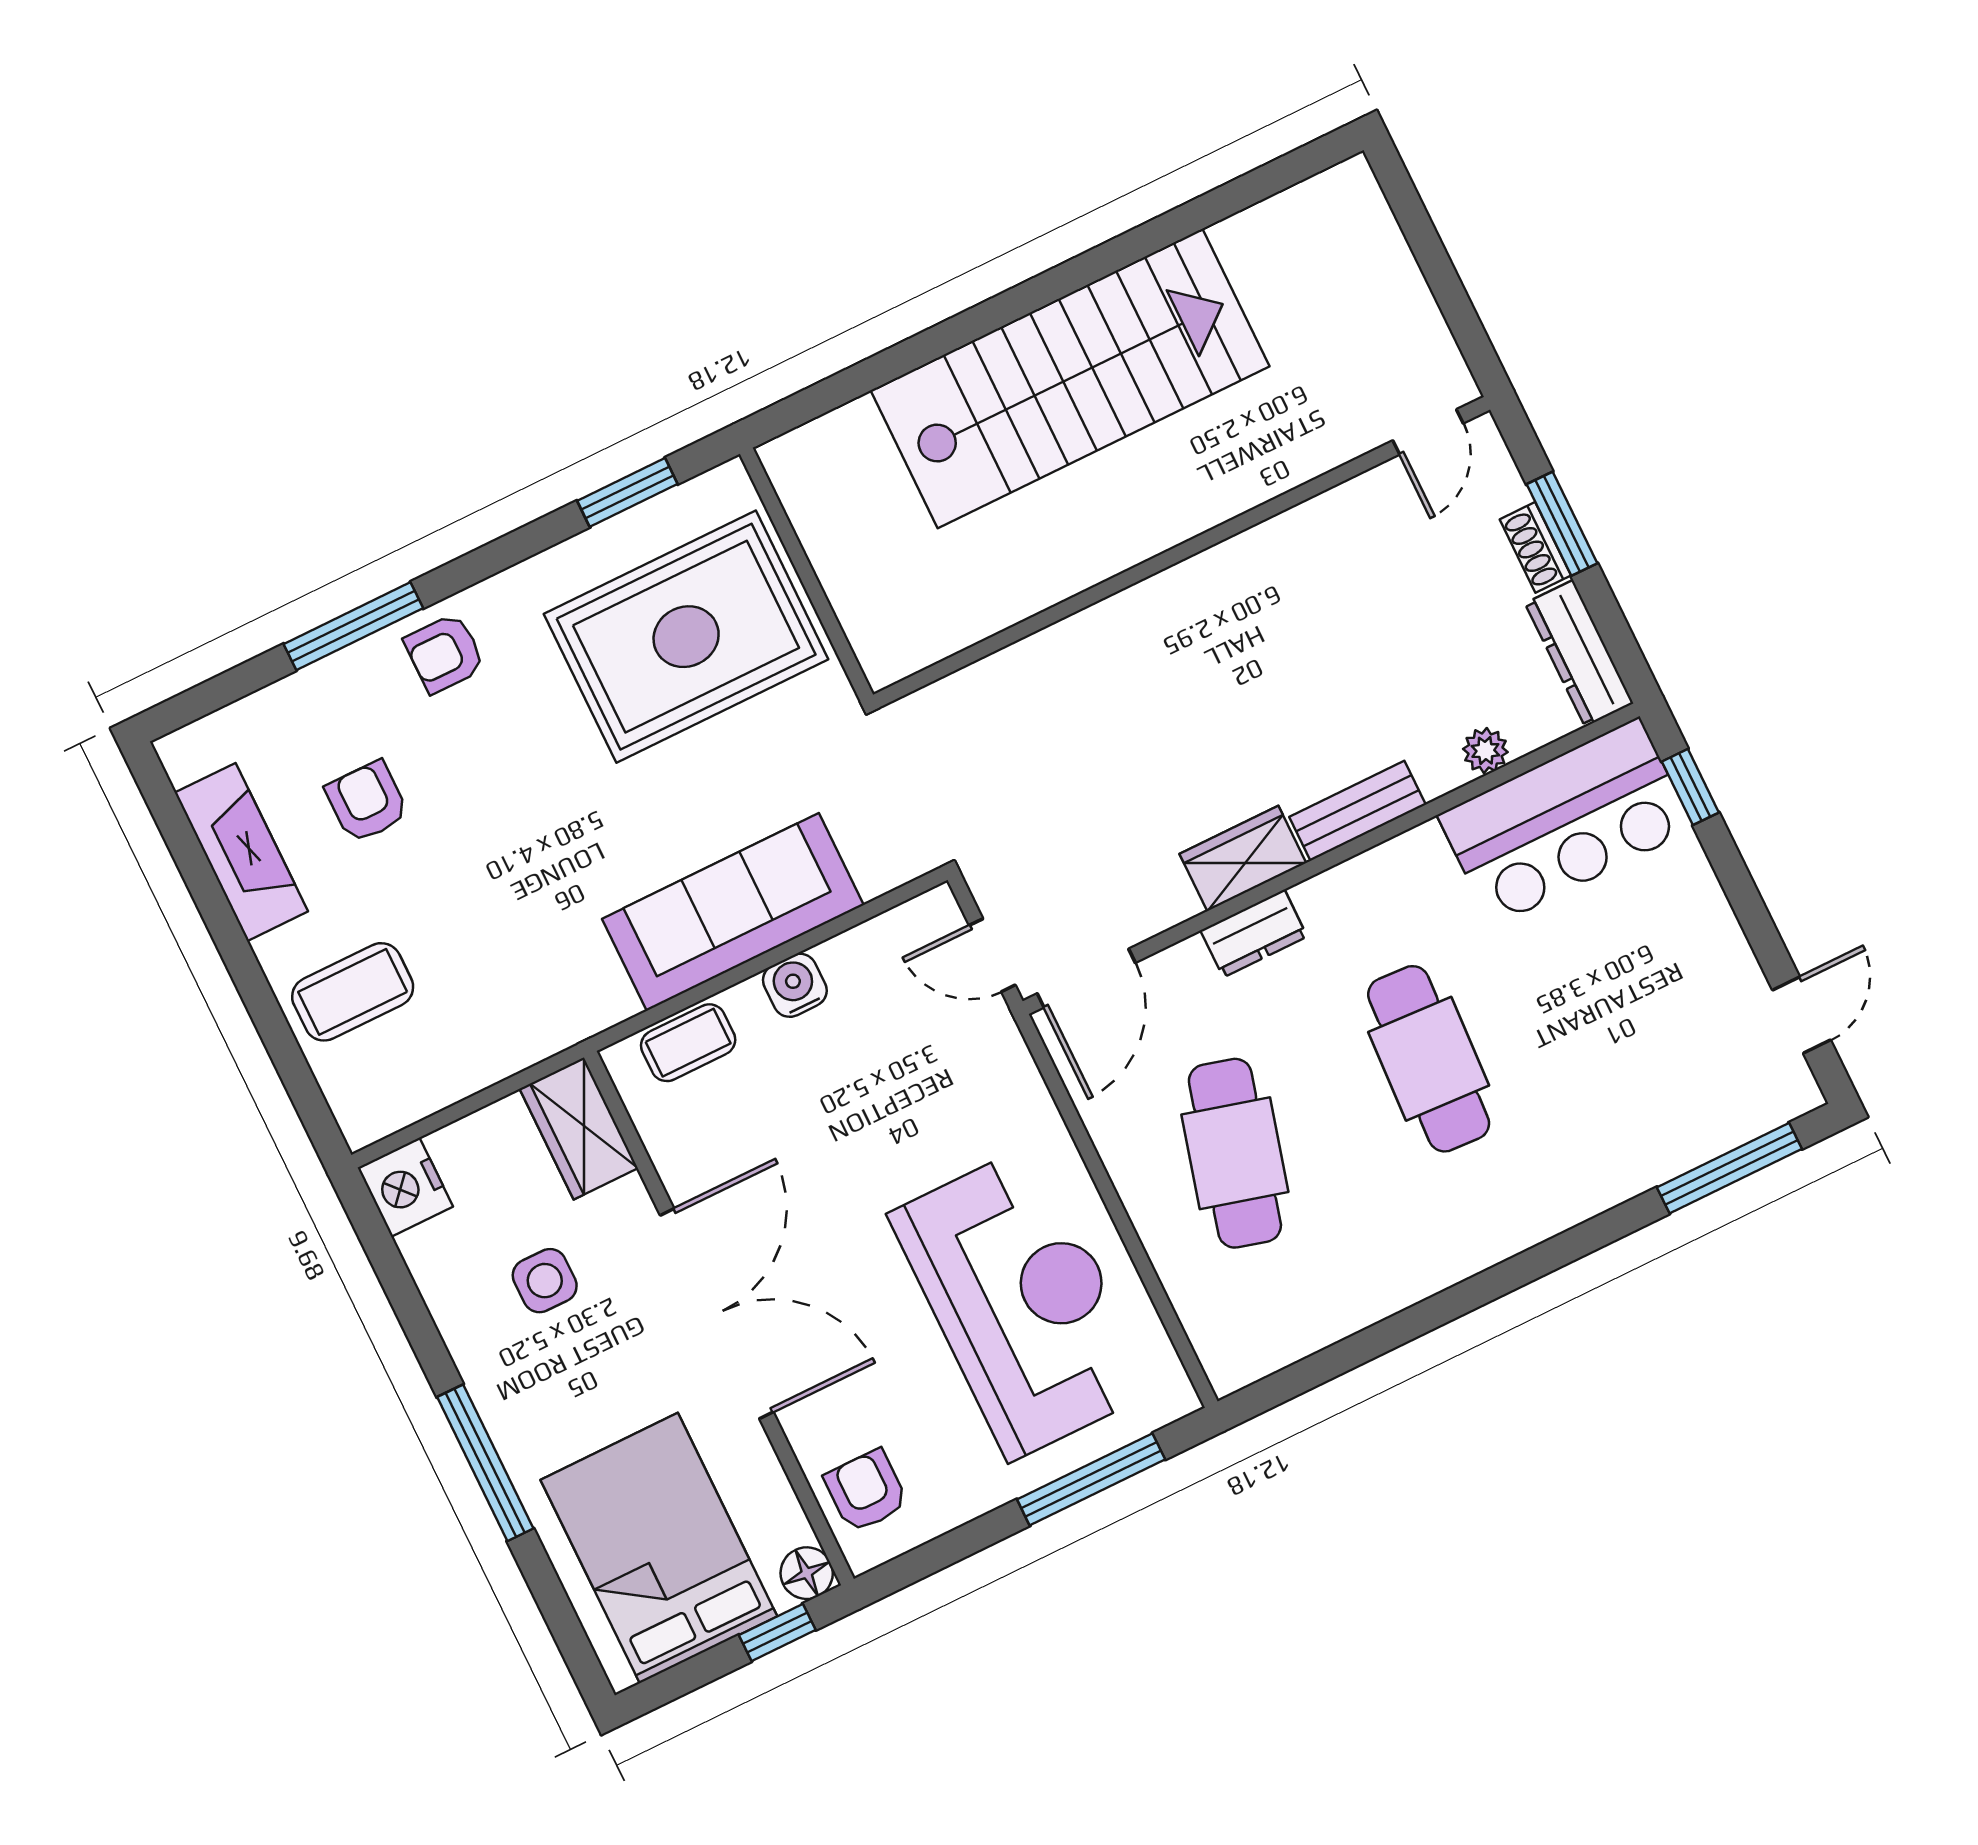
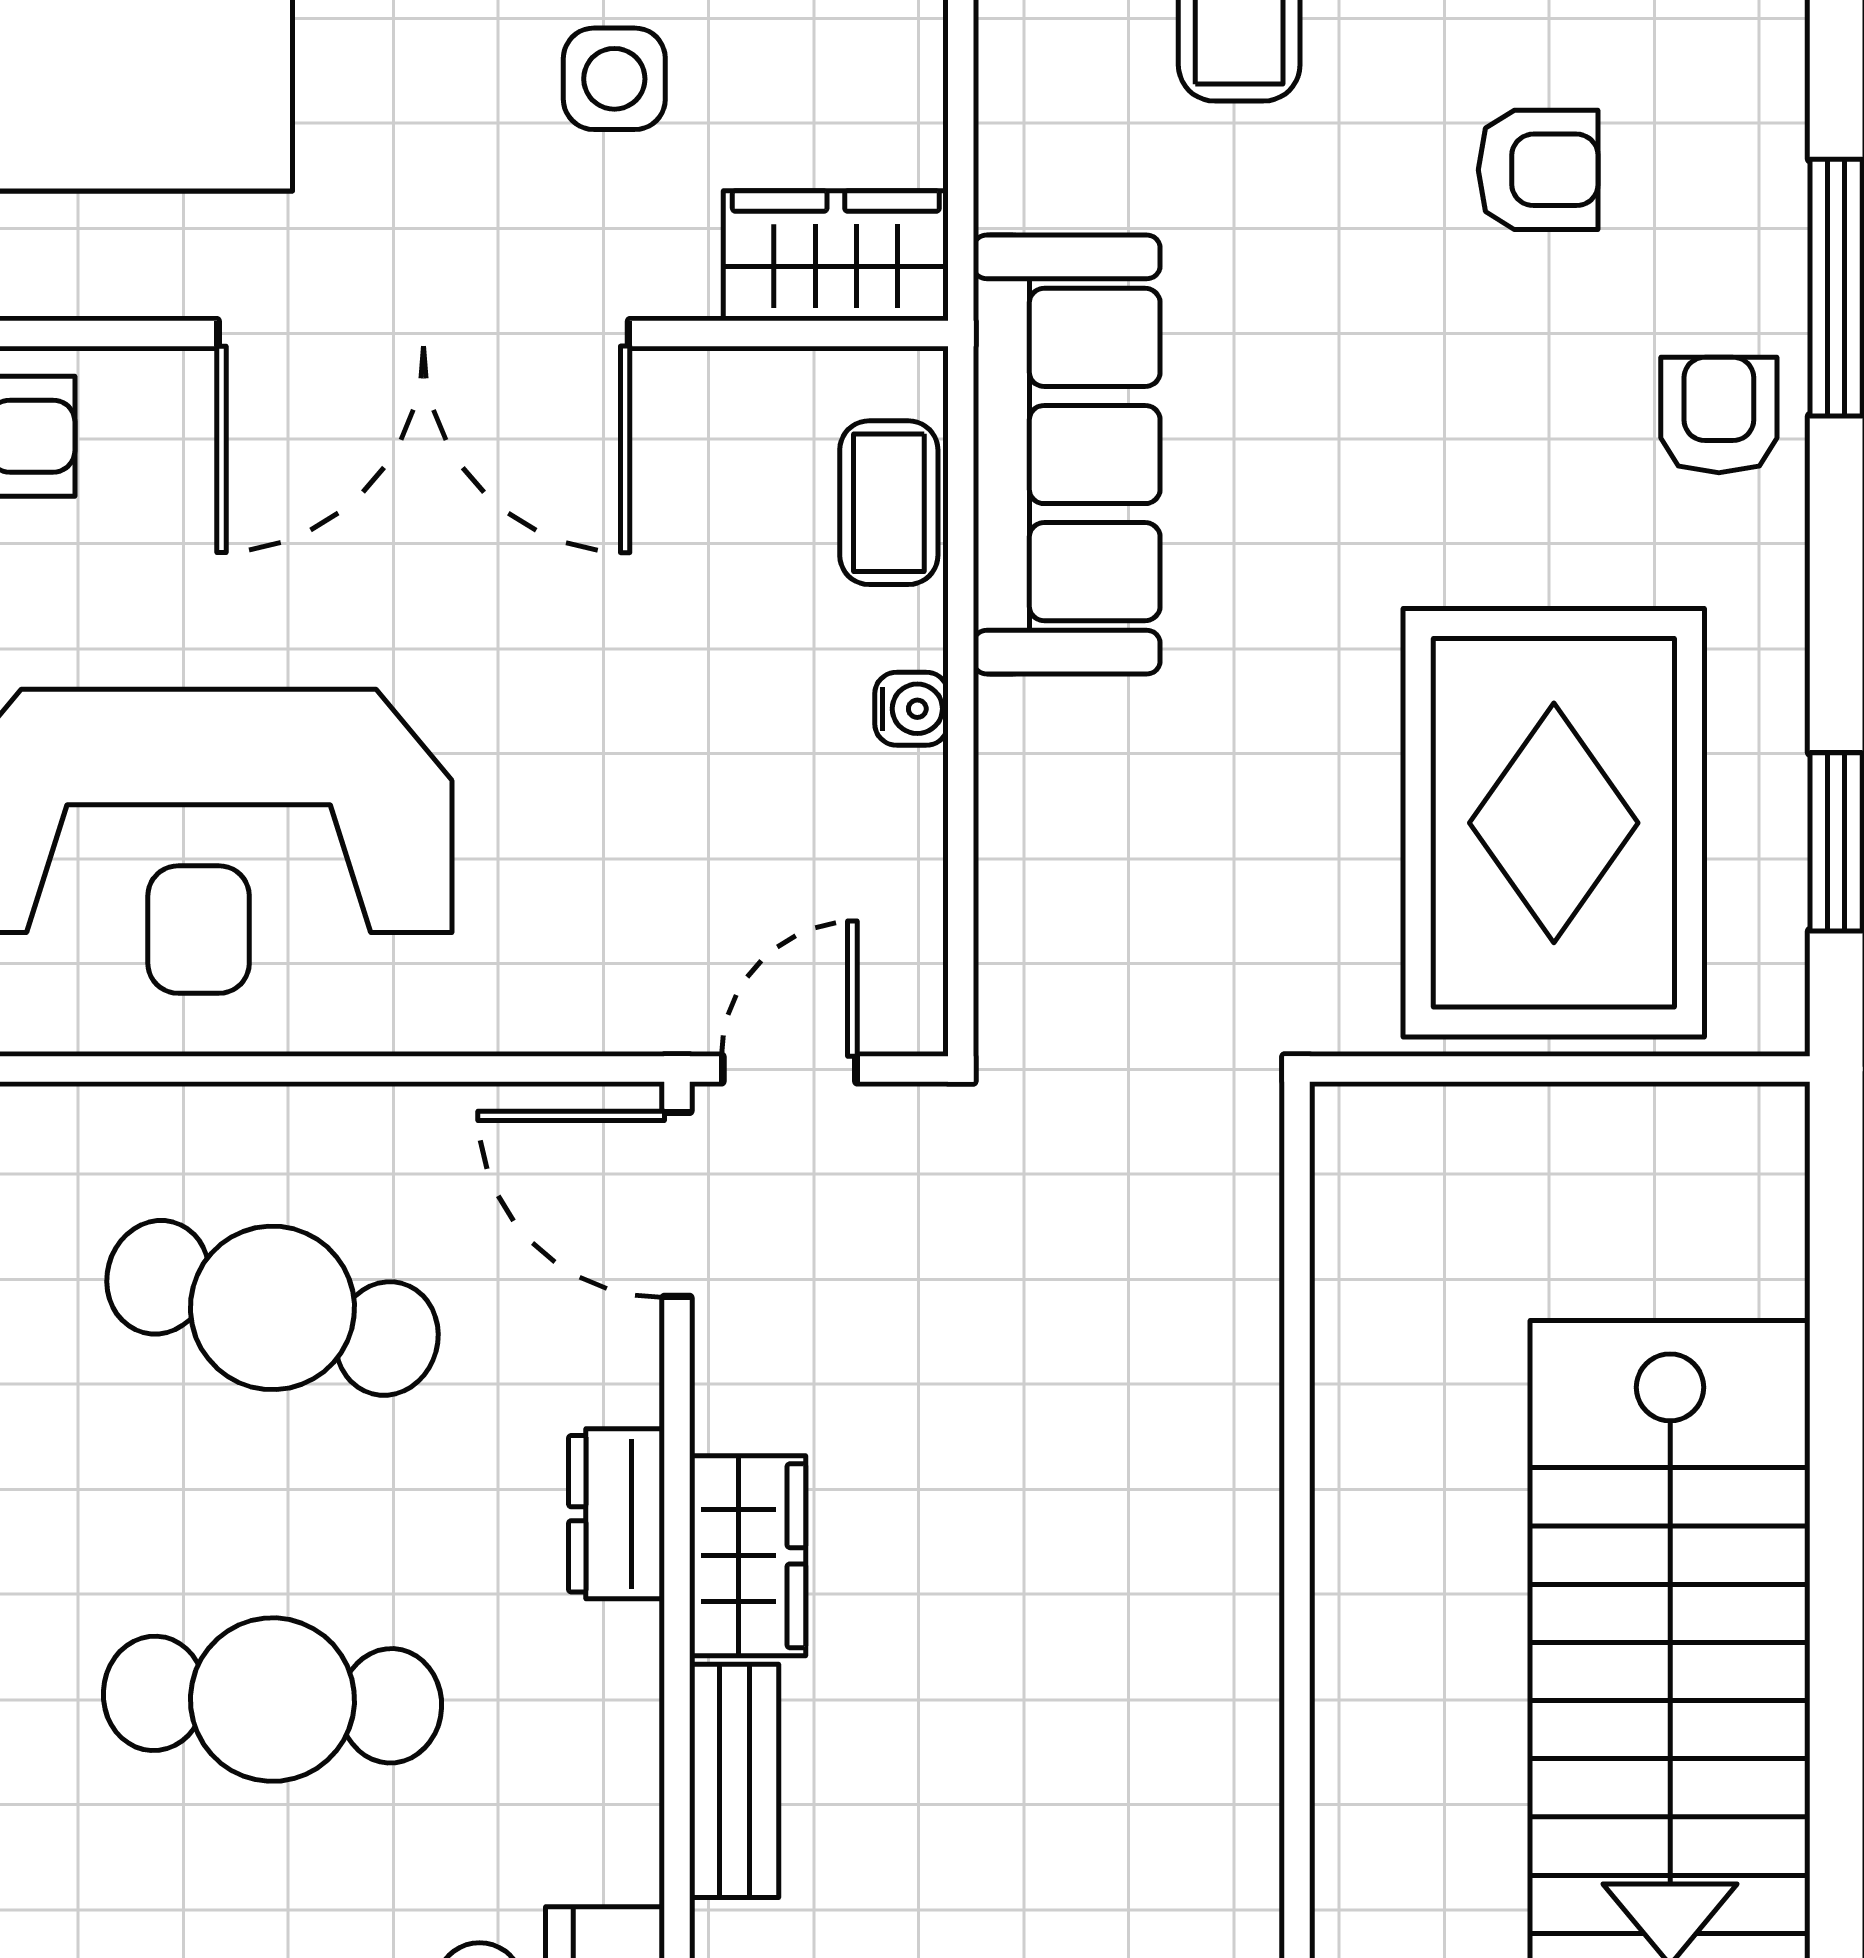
sofa: (733, 912) -> (1067, 455), moved
water cooler: (795, 985) -> (911, 709), width x0.72, depth x0.72

